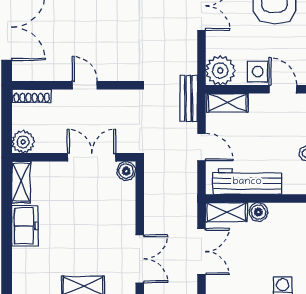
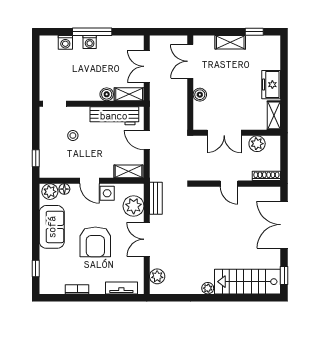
plant: (220, 71) -> (134, 206), moved
bench: (189, 98) -> (156, 198), moved
plant: (23, 142) -> (257, 144), moved
boiler: (126, 171) -> (200, 95), moved

